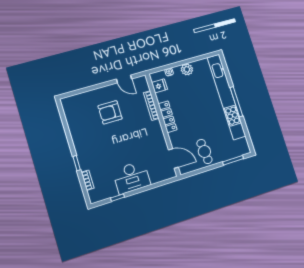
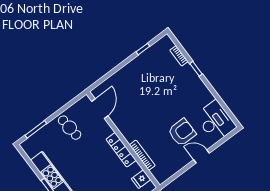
door: (124, 79) -> (202, 156), moved
door: (173, 159) -> (100, 109), swing flipped
desk: (132, 177) -> (216, 121), moved, turned 90

